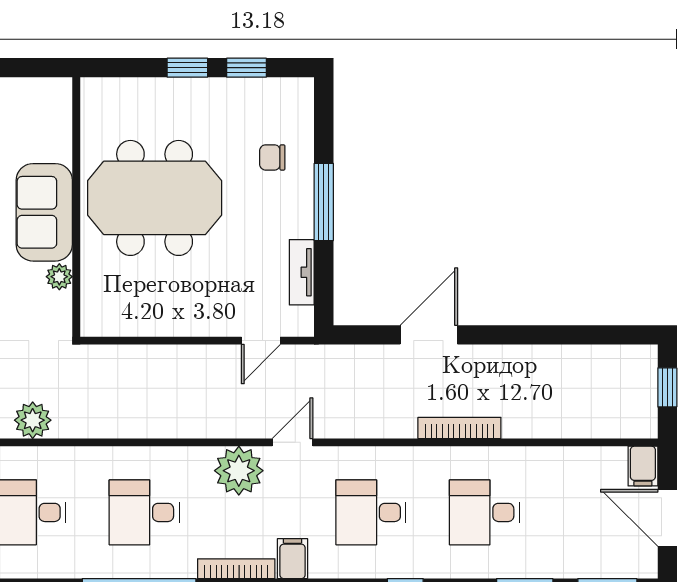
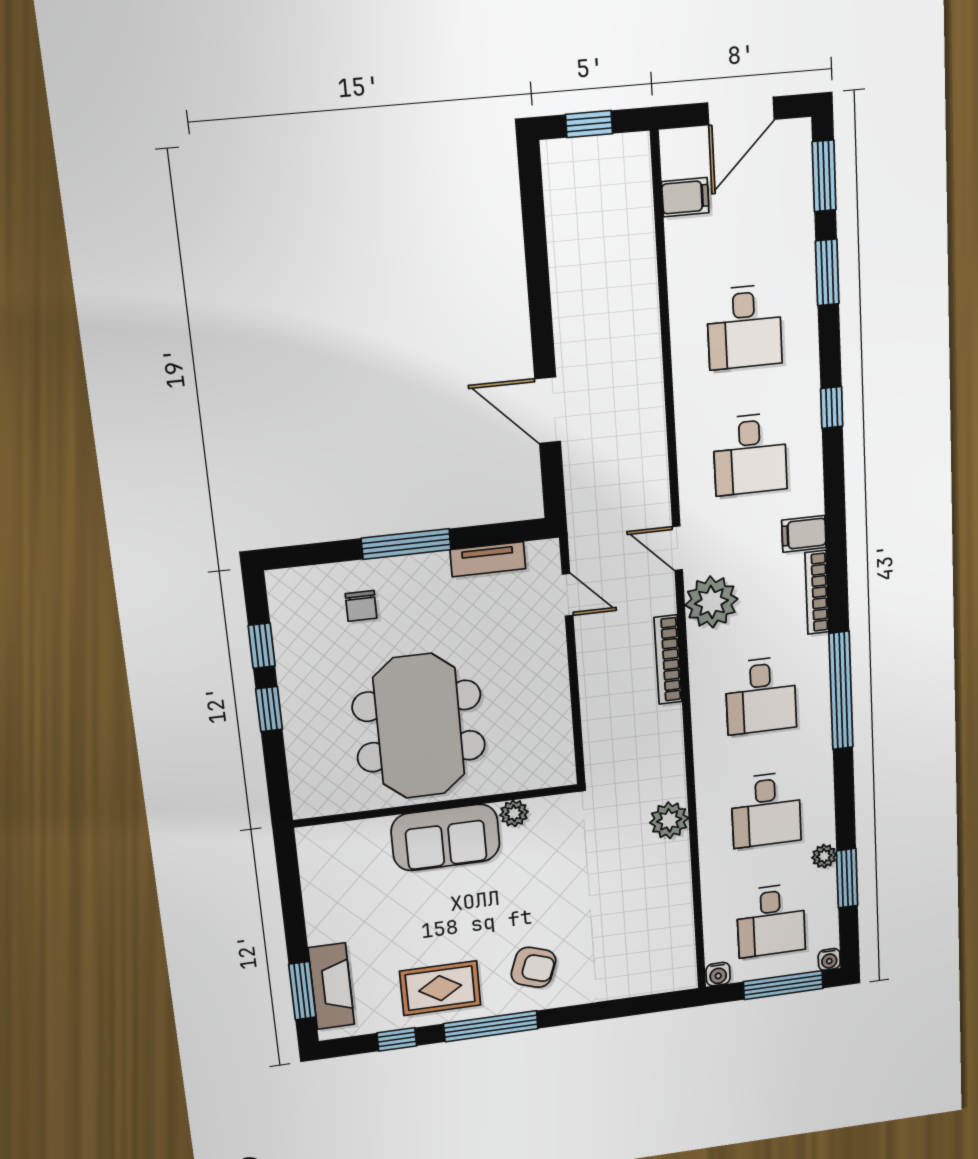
bookcase: (459, 428) -> (668, 660), moved
filing cabinet: (643, 466) -> (685, 197), moved

